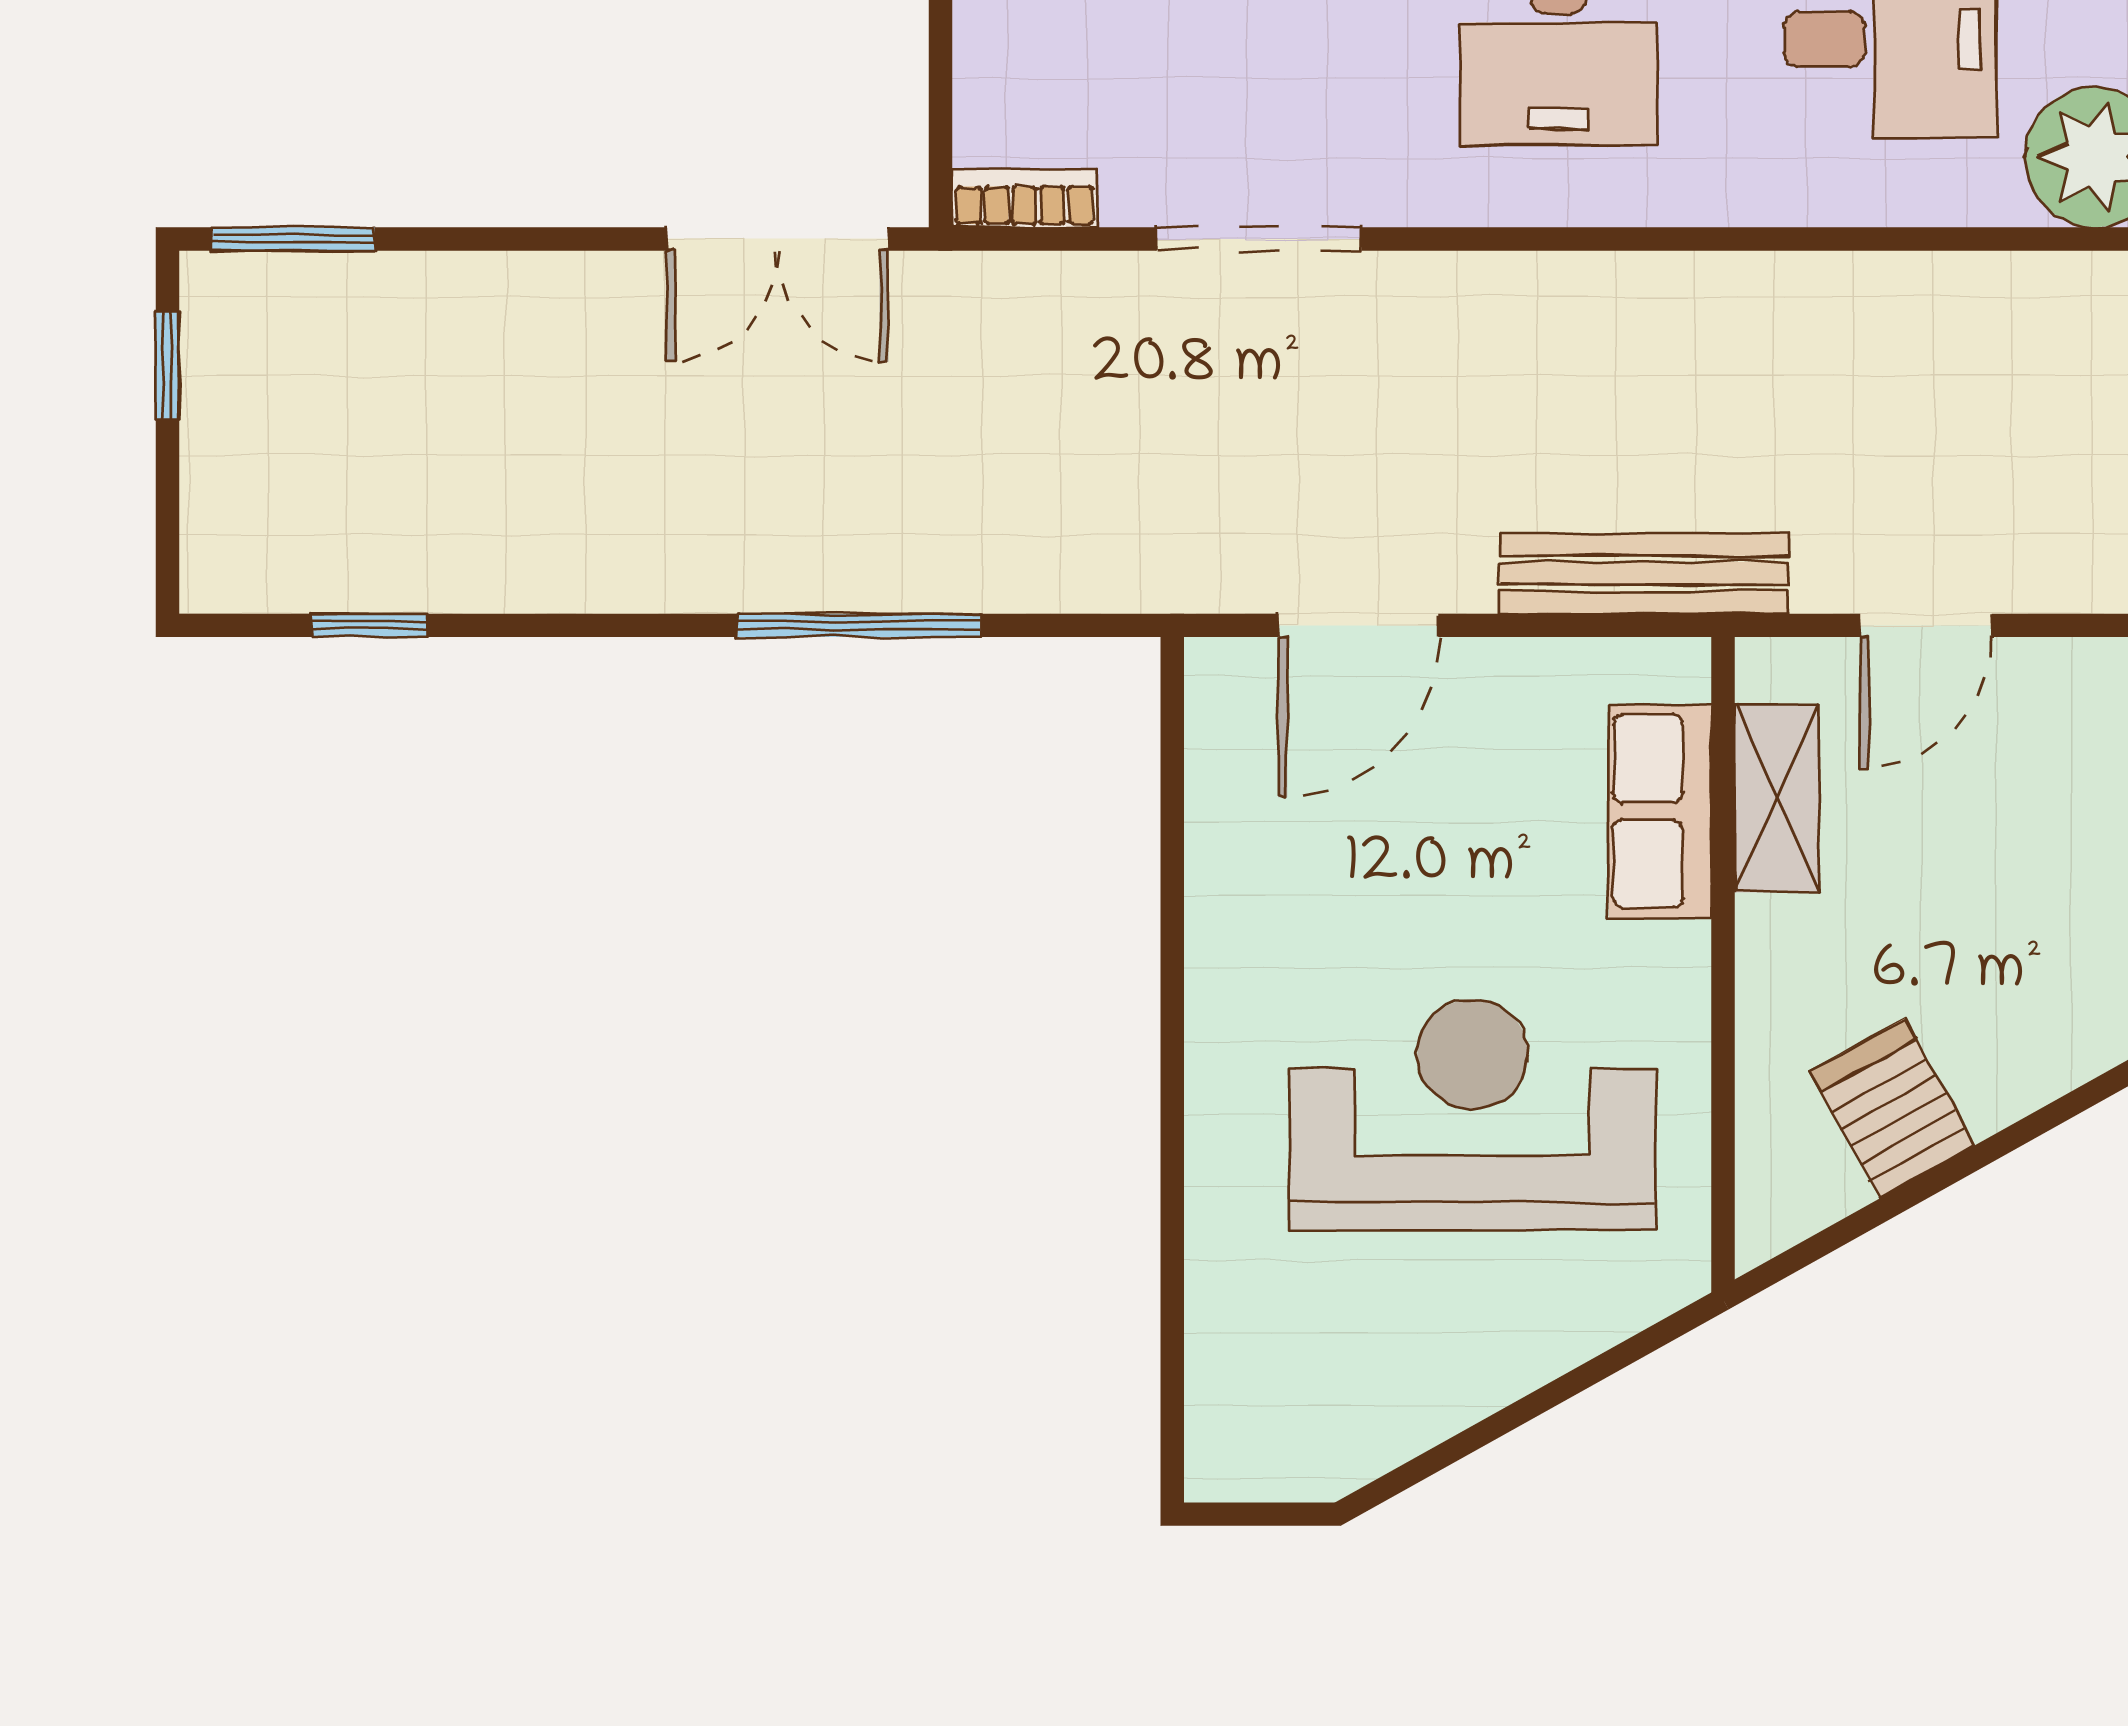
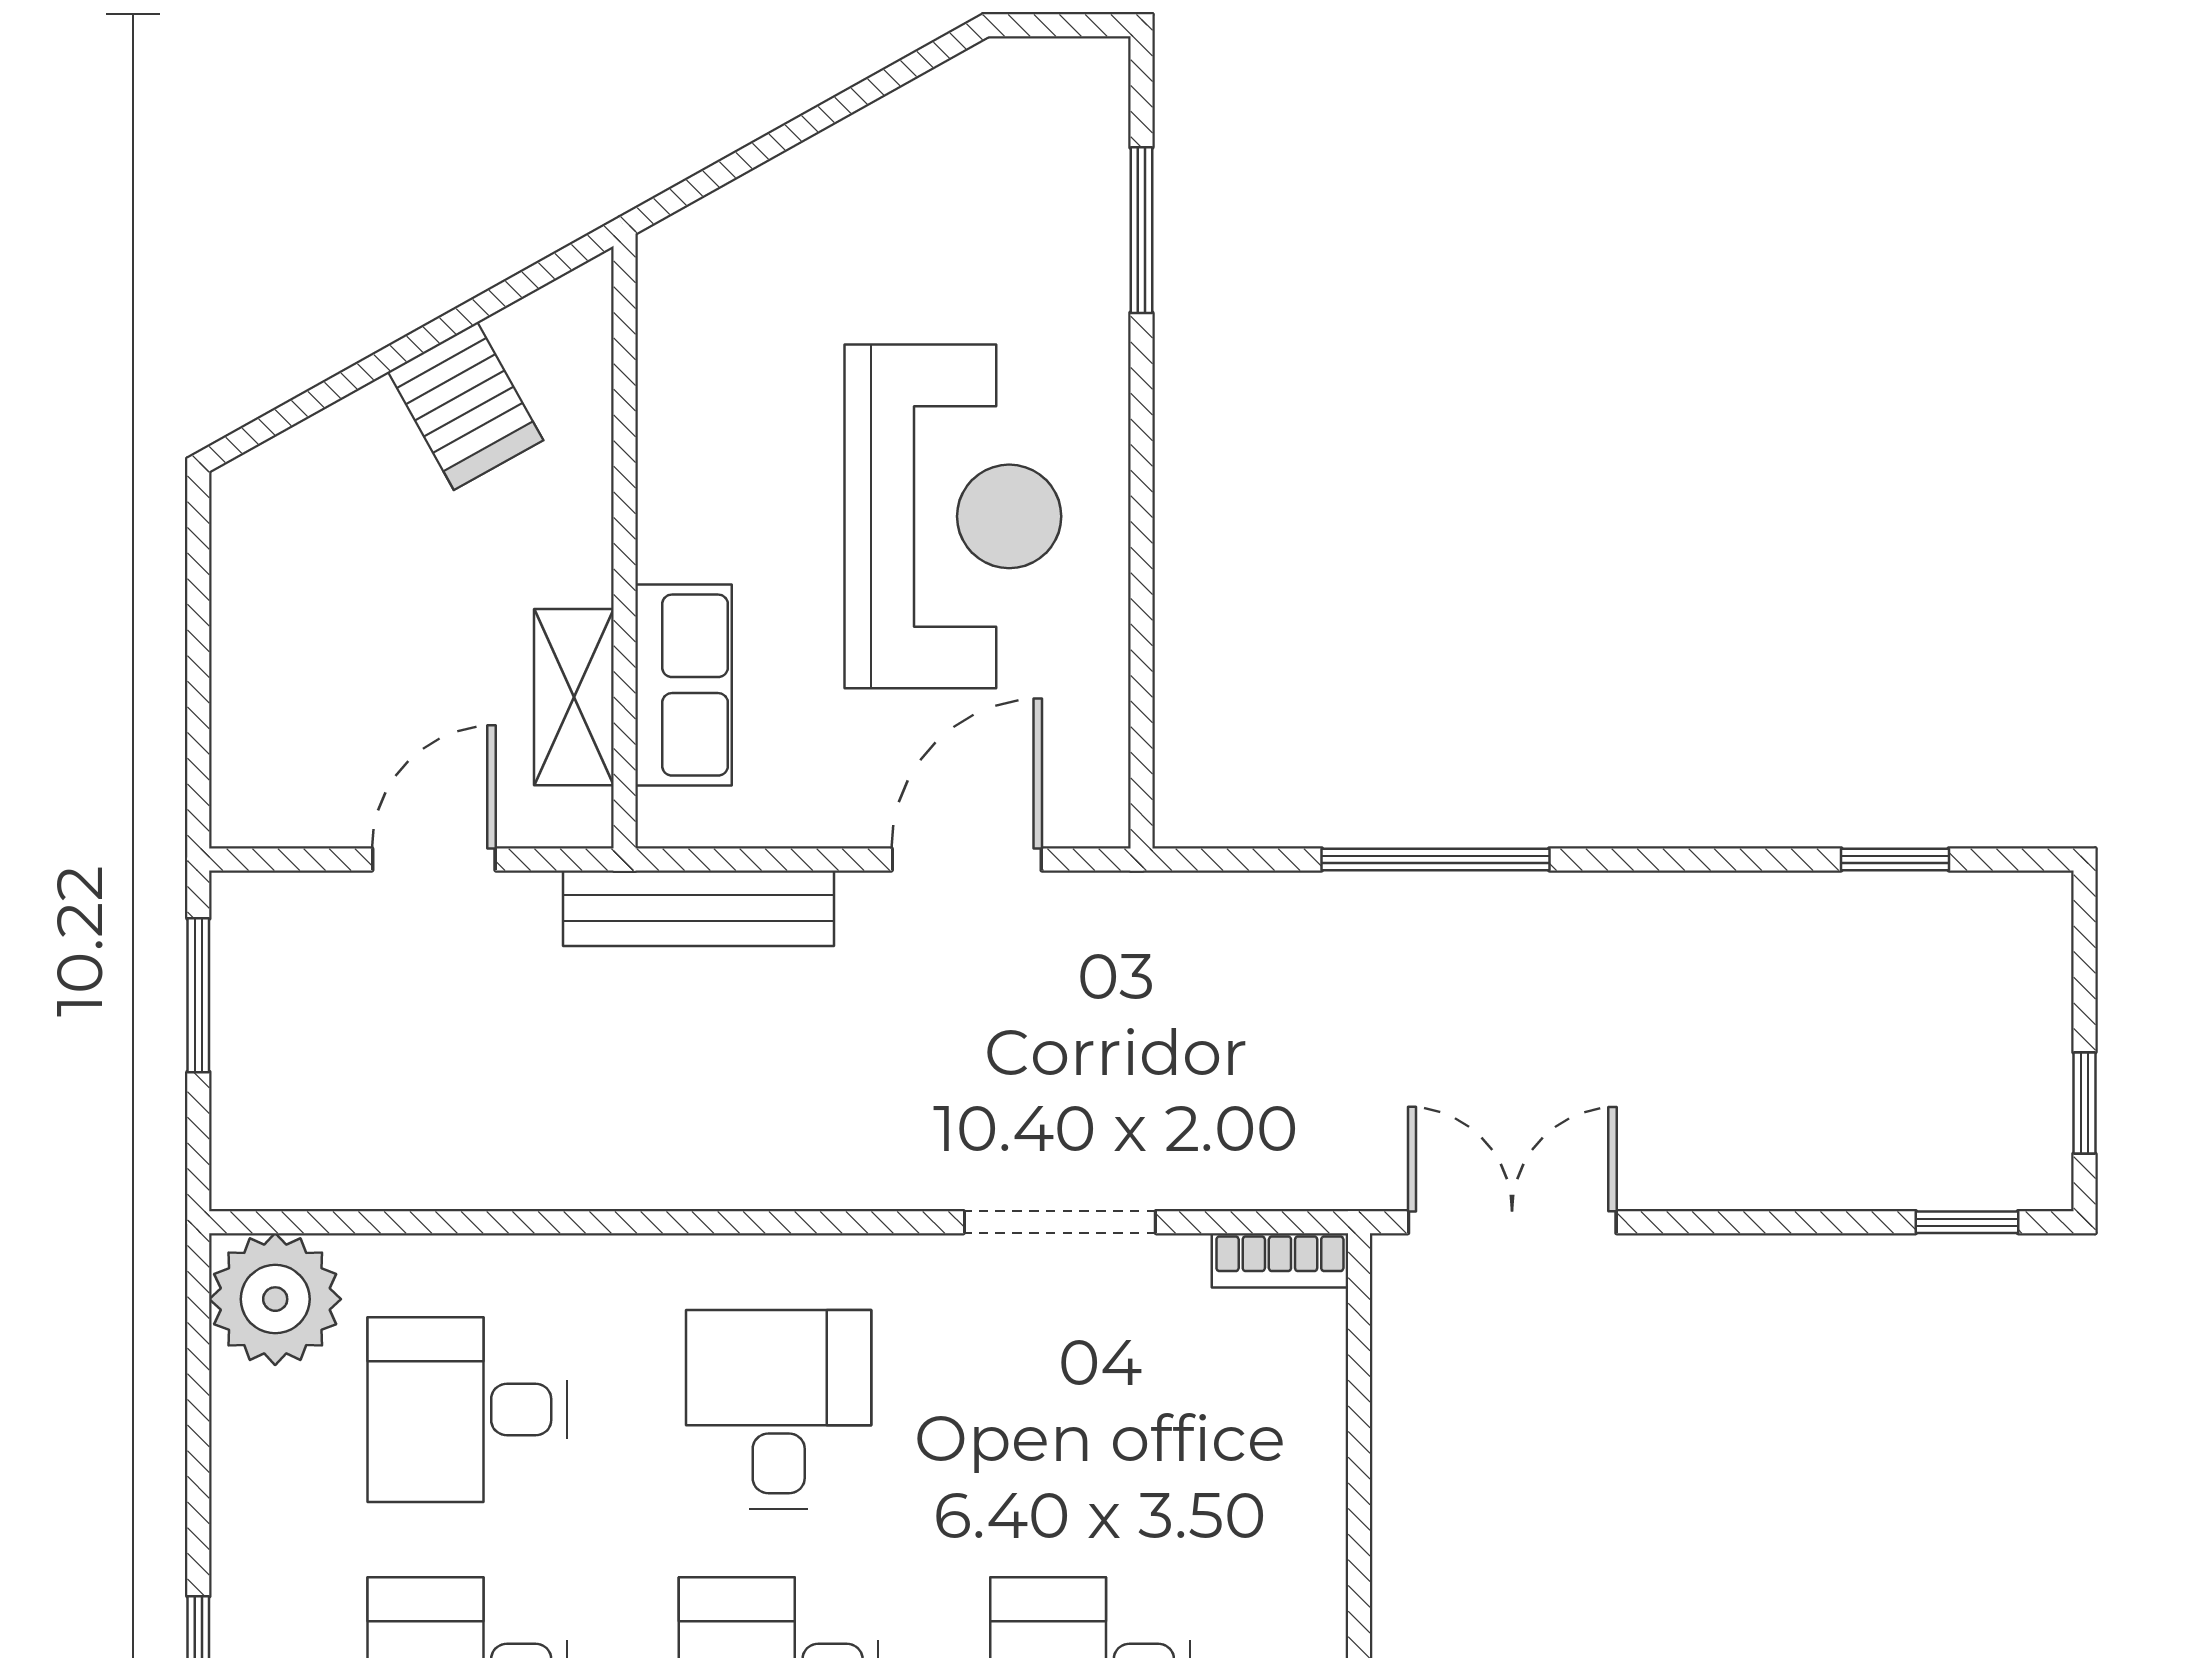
window: (293, 239) -> (1967, 1222), width x0.67
reception desk: (1473, 1114) -> (953, 516), moved, turned -90
window: (1172, 1296) -> (1141, 230), added

